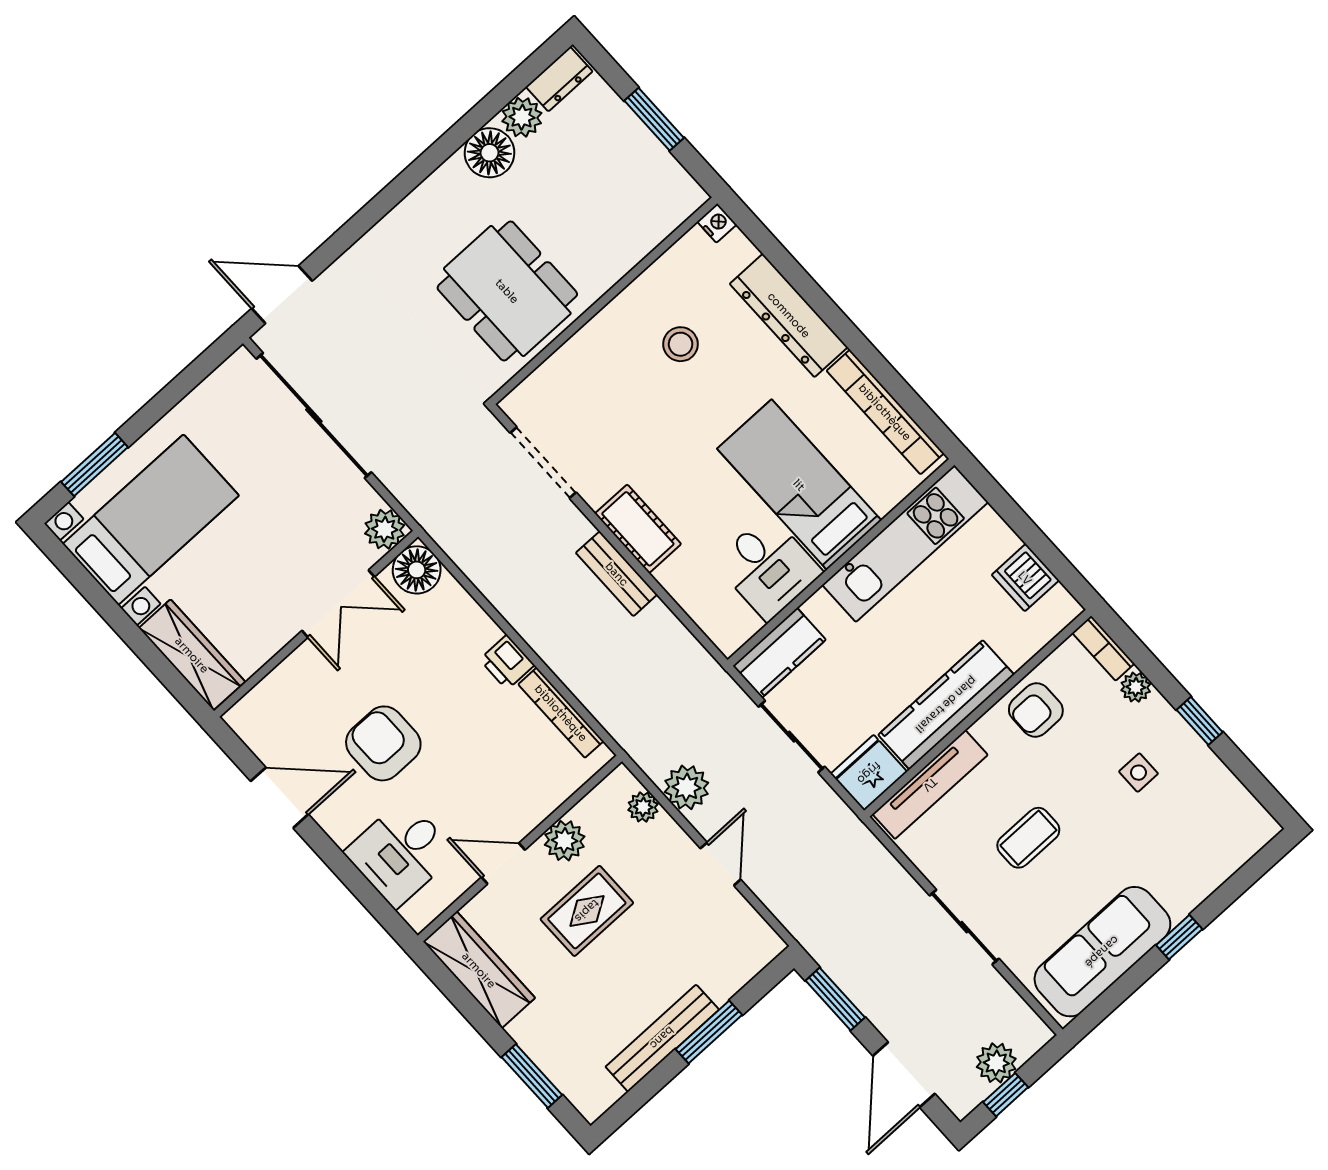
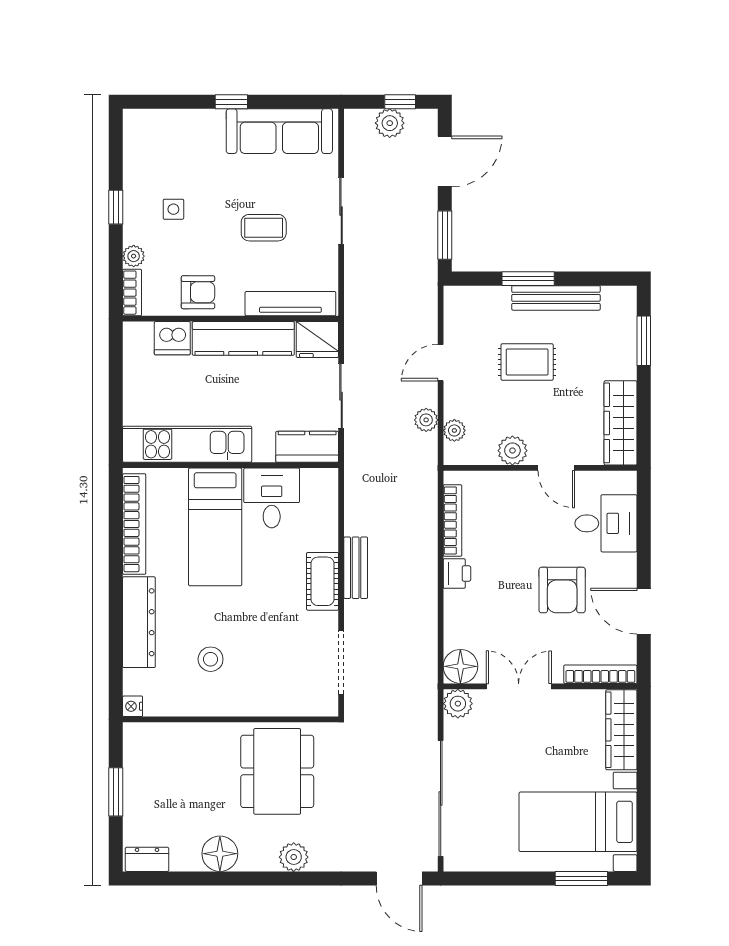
plant: (522, 117) -> (294, 857), moved
dishwasher: (1025, 578) -> (172, 338), moved, turned 90
bookcase: (265, 692) -> (600, 674), added
plant: (687, 787) -> (426, 420), width x0.73, depth x0.73
rug: (587, 911) -> (527, 362), moved

